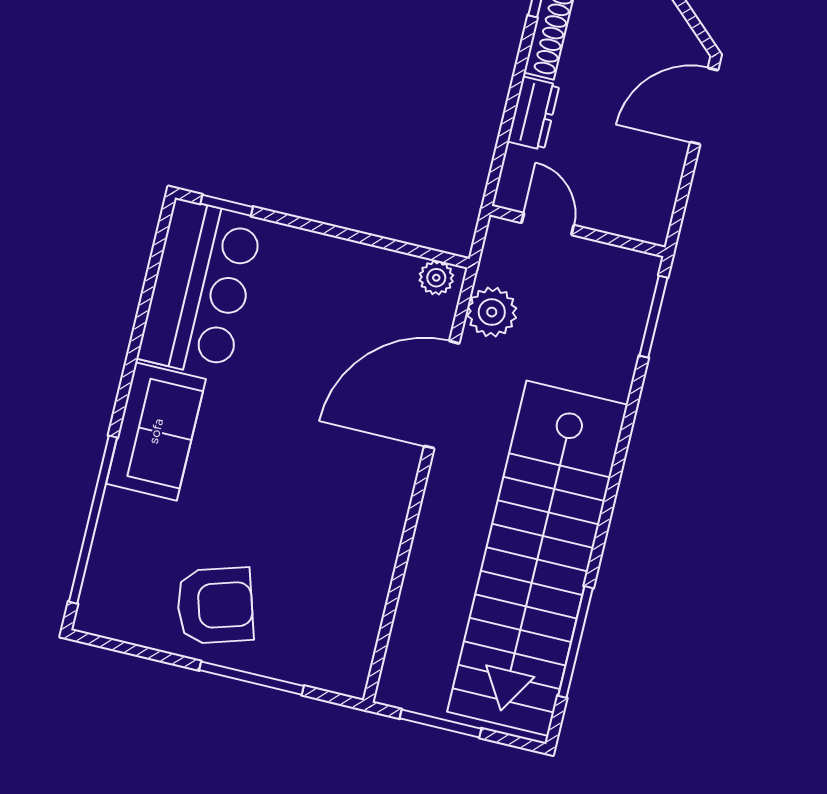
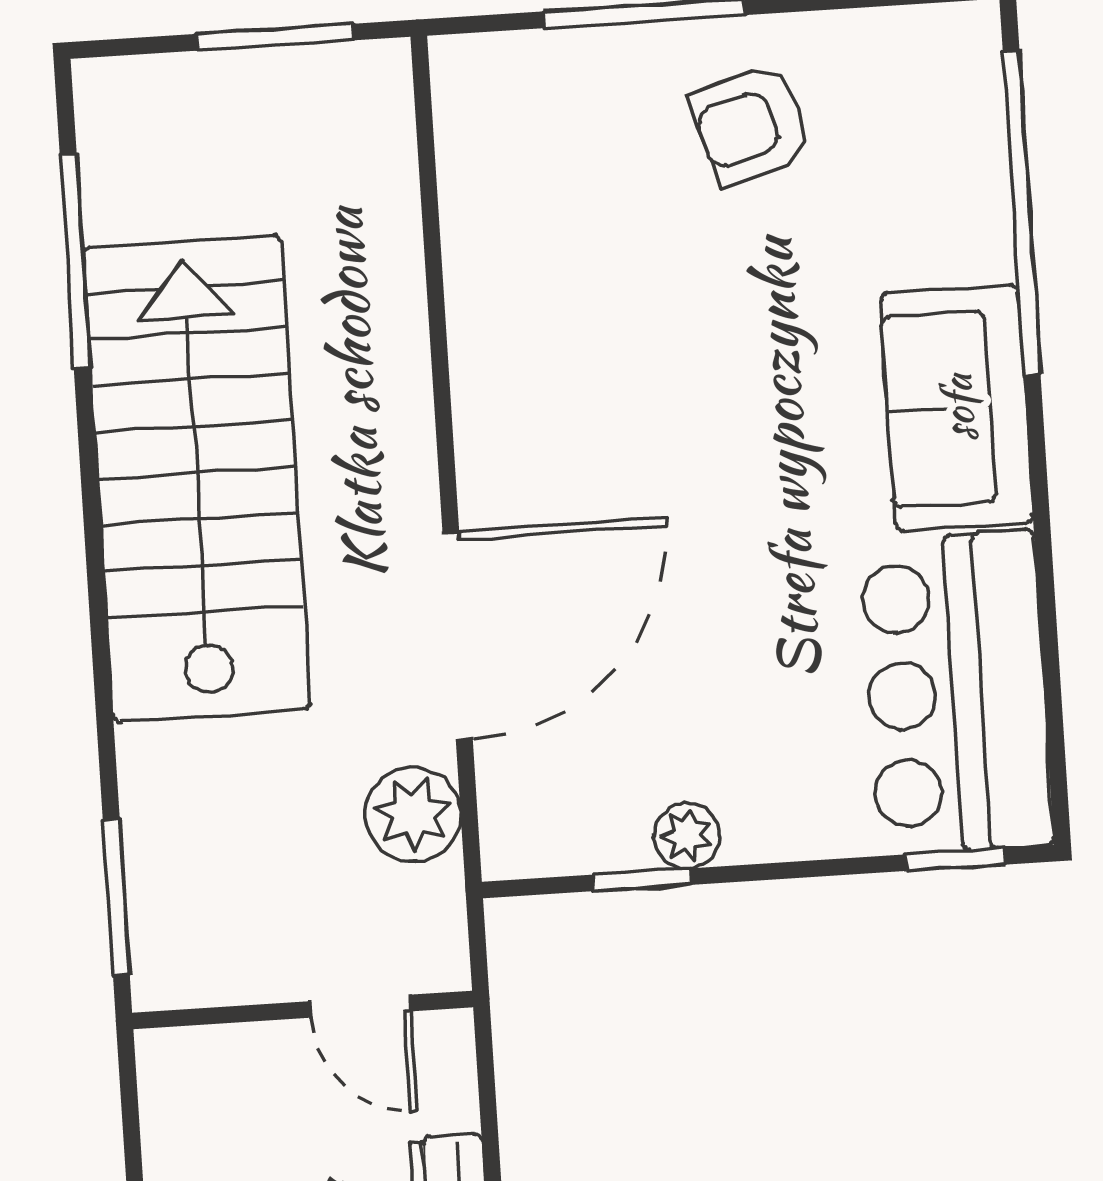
window: (387, 244) -> (642, 880), added
plant: (436, 278) -> (687, 836), moved
stairs: (537, 558) -> (197, 479), width x0.73
armchair: (215, 606) -> (751, 125), width x0.72, depth x0.72

